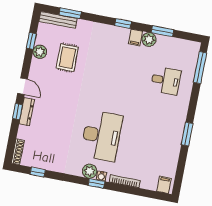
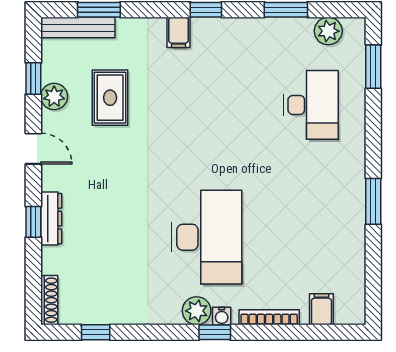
filing cabinet: (135, 37) -> (179, 32), moved
plant: (149, 39) -> (328, 31), moved
window: (200, 68) -> (373, 67), width x0.69
desk: (166, 81) -> (311, 105), width x1.37
door: (23, 86) -> (33, 149), moved
filing cabinet: (164, 185) -> (321, 309), moved

